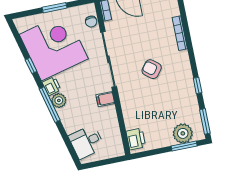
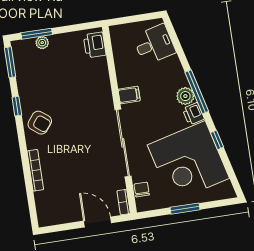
armchair: (152, 69) -> (40, 123), moved
plant: (183, 133) -> (42, 43), width x0.53, depth x0.53

